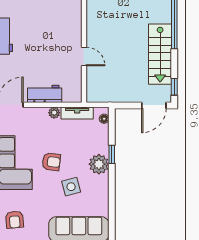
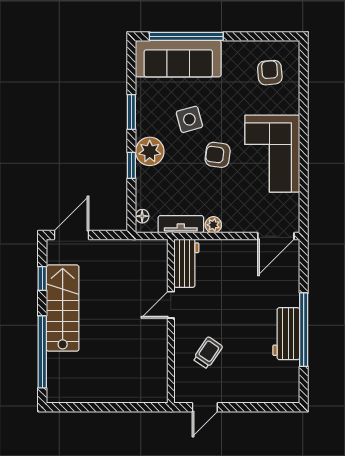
trolley: (58, 23) -> (208, 353), added
door: (84, 56) -> (171, 305), hinge flipped
window: (174, 87) -> (42, 278), moved
workbench: (45, 94) -> (186, 263), moved, turned -90
window: (112, 192) -> (131, 112), added

